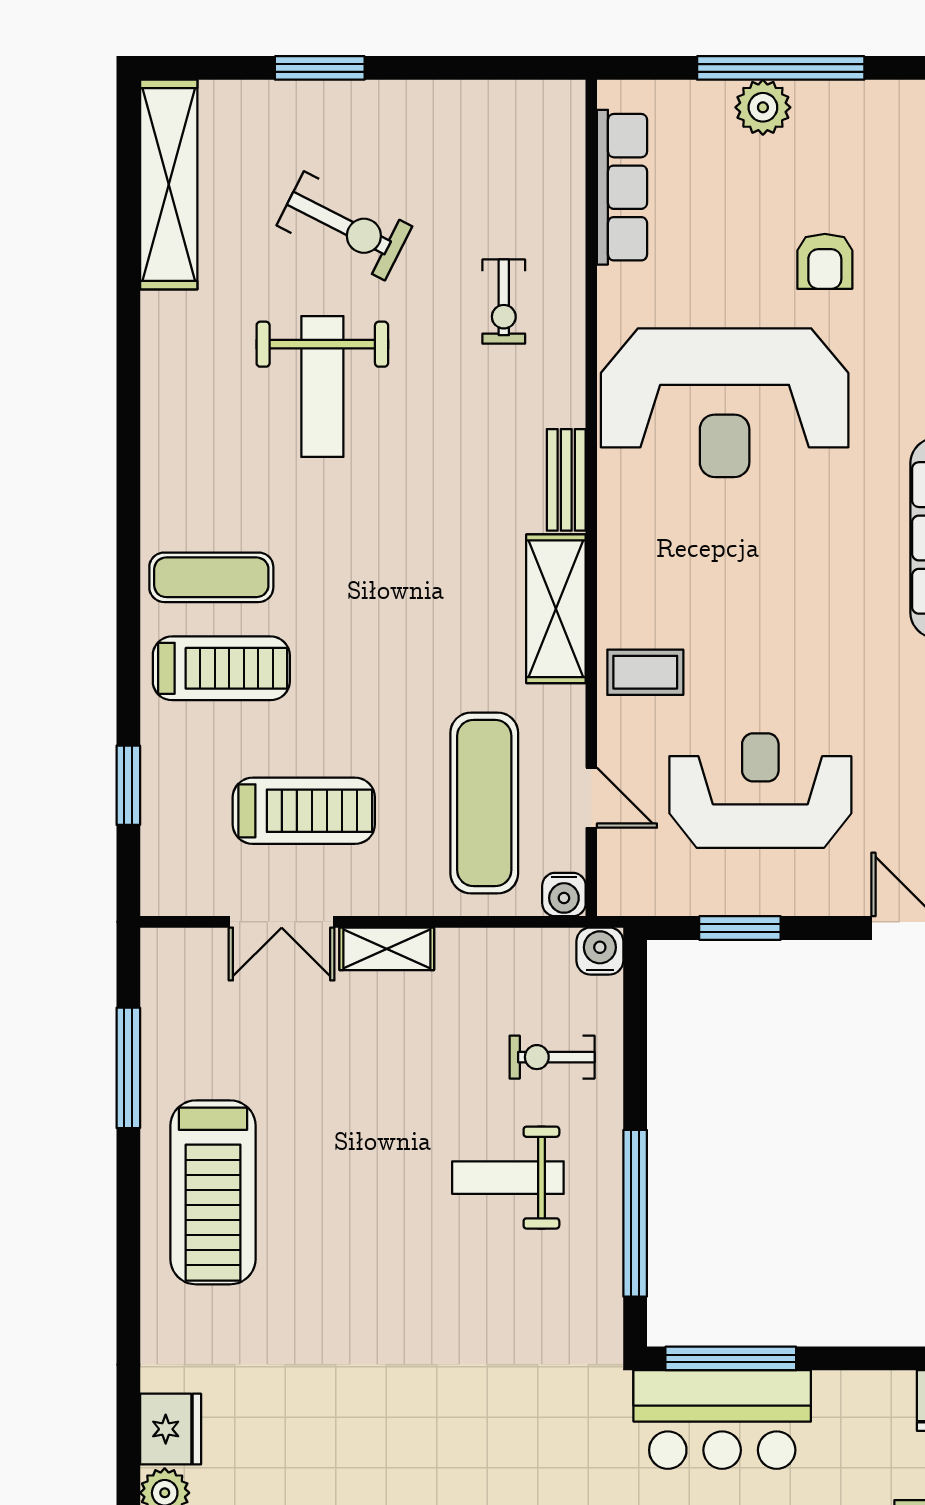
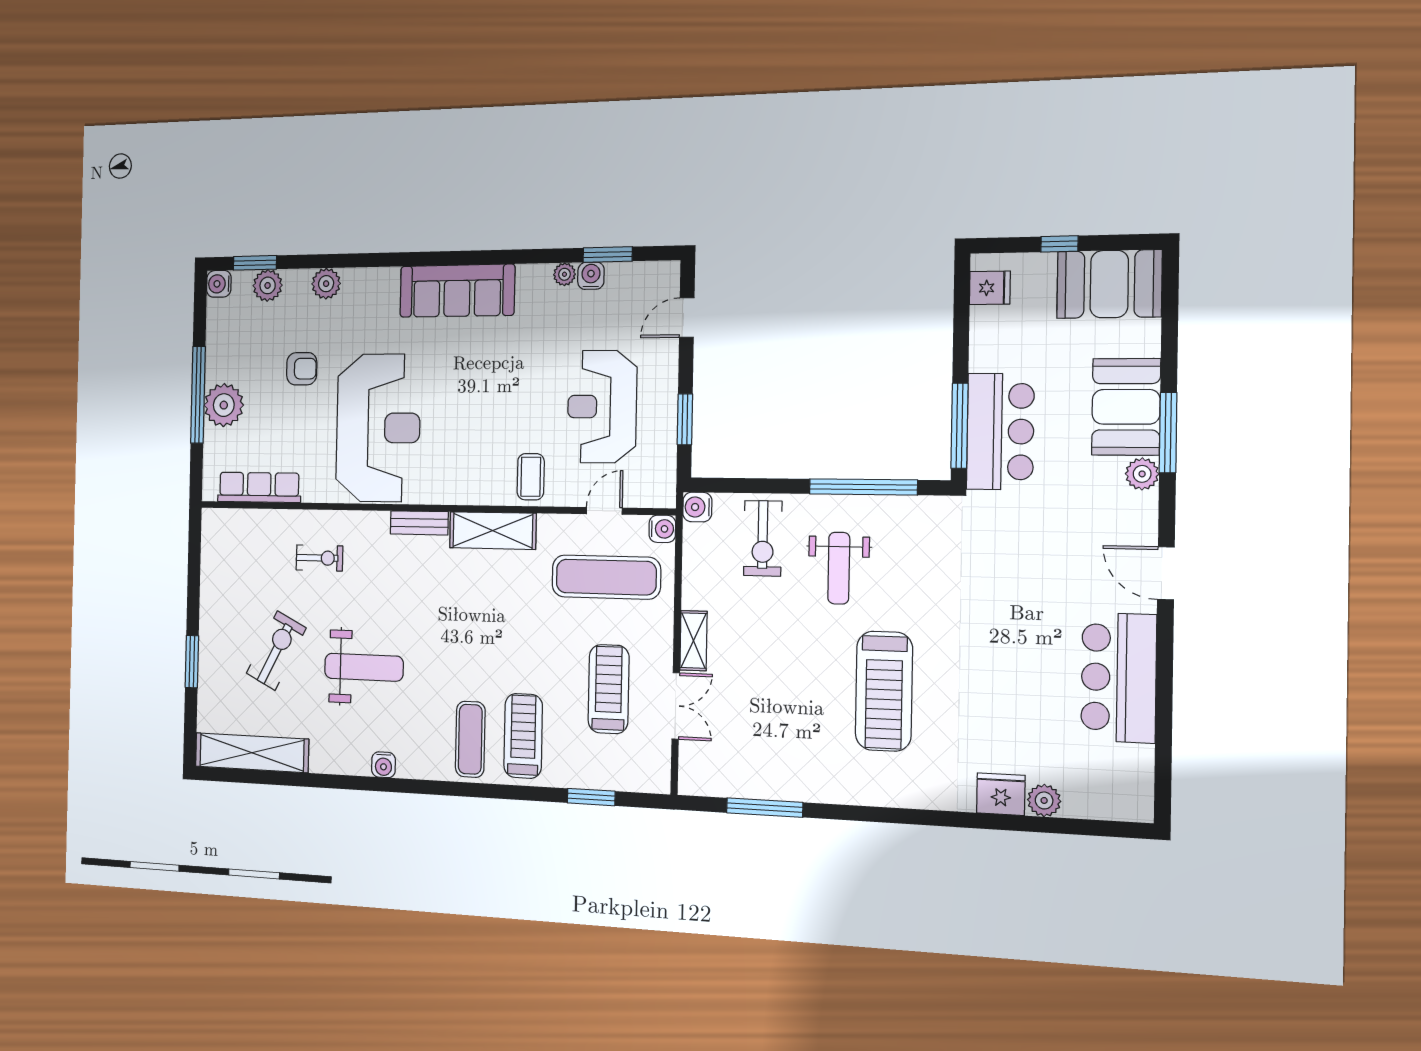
plant: (763, 107) -> (224, 405), width x1.36, depth x1.36
water cooler: (161, 425) -> (384, 765), added
exercise bike: (552, 1057) -> (763, 538), width x1.38, depth x1.39
treadmill: (213, 1192) -> (884, 691), moved, turned 90

